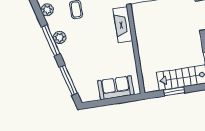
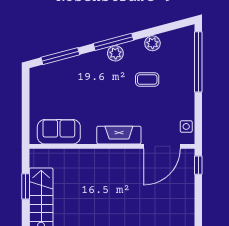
sofa: (116, 88) -> (59, 132), moved, turned -90

